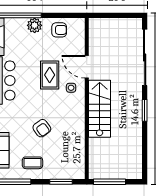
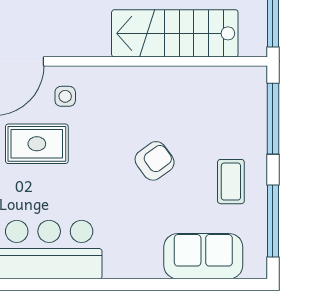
stairs: (100, 109) -> (175, 33), moved
window: (61, 182) -> (273, 119), width x1.44

